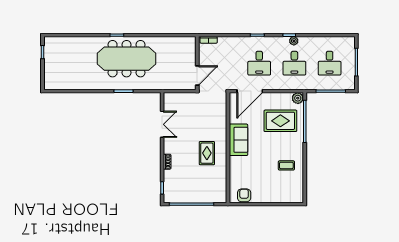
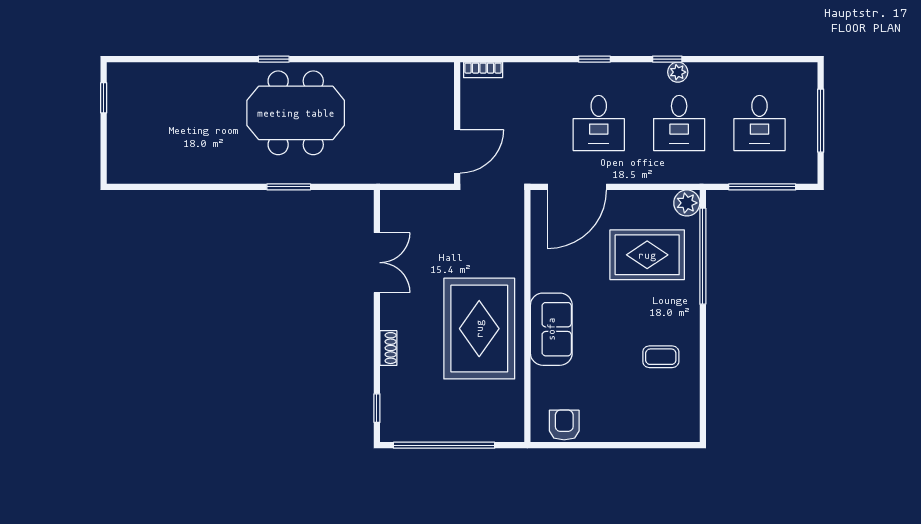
meeting table: (127, 59) -> (296, 113), width x0.73
sofa: (238, 140) -> (551, 329), moved
rug: (207, 153) -> (479, 329), width x1.86, depth x2.06

